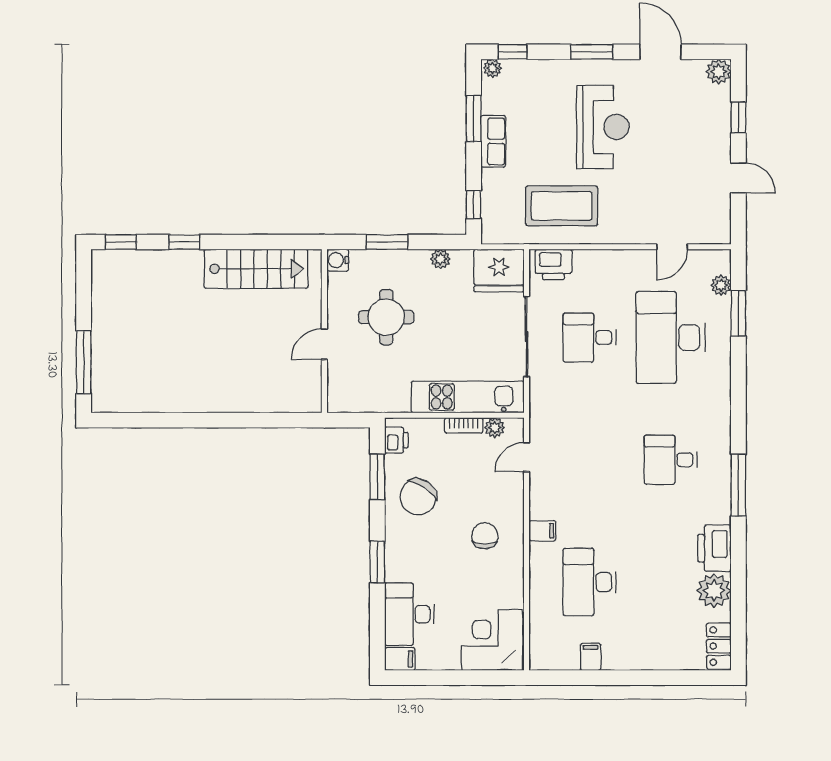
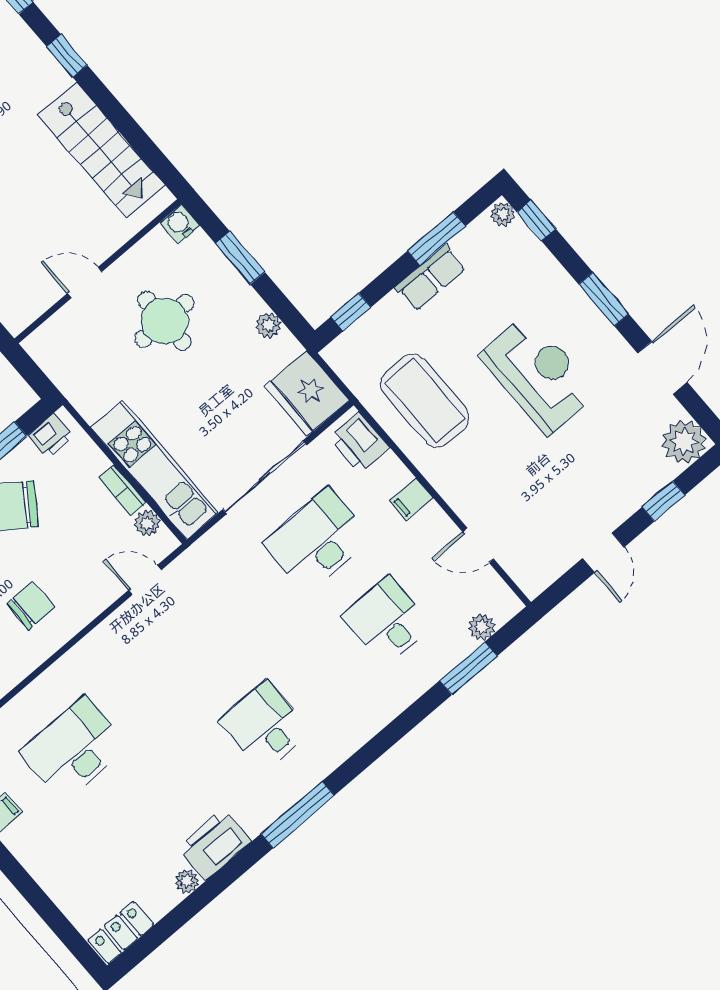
plant: (719, 72) -> (684, 442), width x1.36, depth x1.36
reception desk: (603, 127) -> (538, 374), turned -90
desk: (589, 338) -> (317, 541), width x1.37
desk: (671, 338) -> (387, 621), width x0.53, depth x0.77
filing cabinet: (542, 531) -> (411, 499), moved, turned 90
plant: (714, 591) -> (187, 881), width x0.53, depth x0.53

